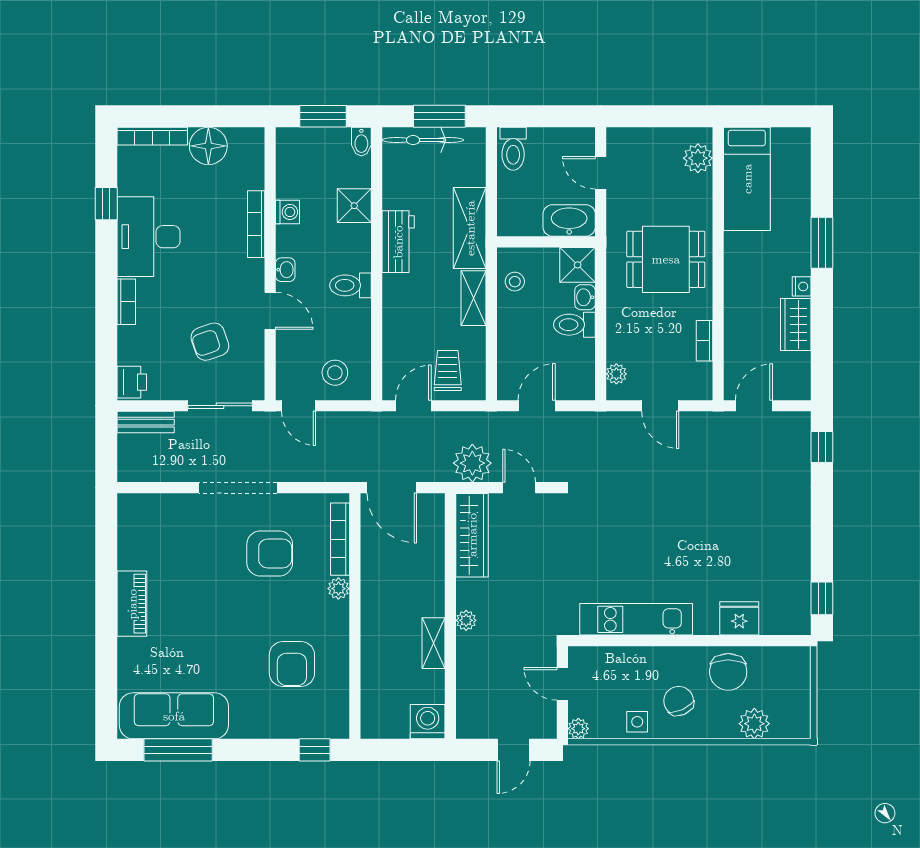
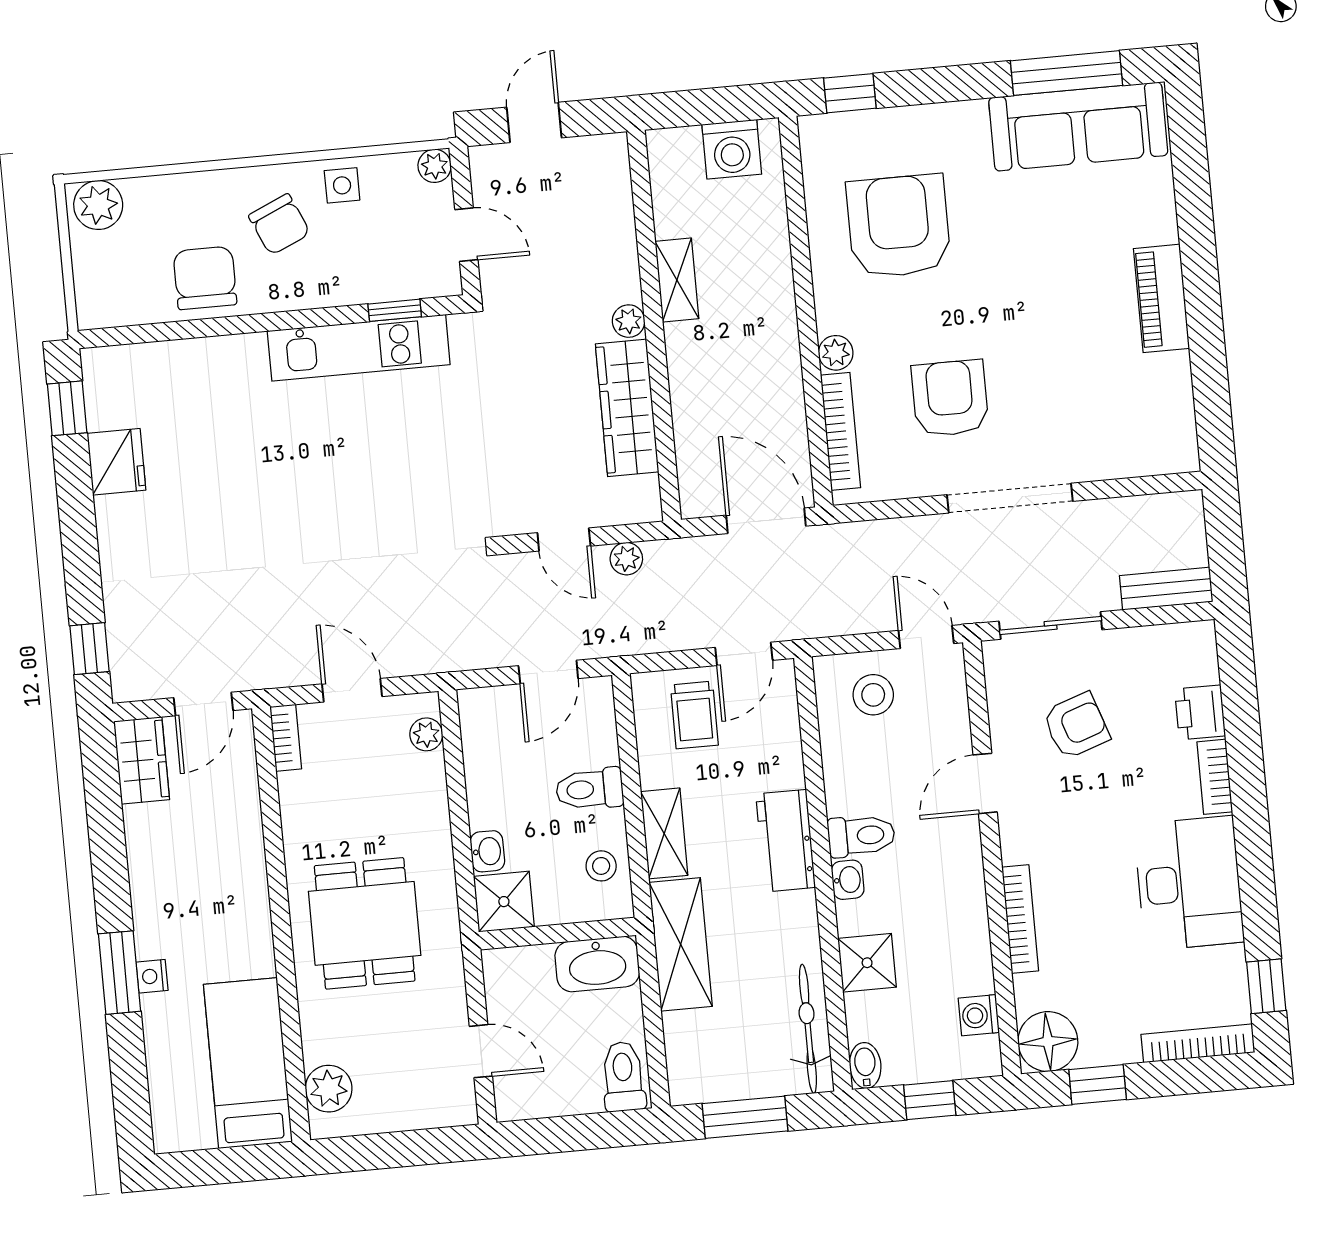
window: (217, 116) -> (1098, 1085), added
window: (323, 116) -> (930, 1100), width x0.67
bicycle: (423, 140) -> (808, 1029), moved, turned -90
floor lamp: (208, 146) -> (1048, 1042), moved
window: (106, 204) -> (1266, 986), moved
washing machine: (287, 212) -> (979, 1015), moved
washbasin: (569, 220) -> (597, 964), moved
workbench: (398, 242) -> (786, 841), moved
dining table: (666, 259) -> (365, 923), turned 90
washbasin: (285, 270) -> (848, 880), moved, turned 180
nightstand: (802, 286) -> (152, 976), moved
door: (270, 311) -> (985, 783), hinge flipped
toilet: (574, 325) -> (589, 789), moved, turned 180
wardrobe: (796, 325) -> (142, 760), moved
bookcase: (704, 341) -> (286, 738), moved
printer: (132, 382) -> (1200, 712), moved
plant: (472, 463) -> (626, 559), width x0.53, depth x0.53
wardrobe: (472, 535) -> (627, 408), moved
armchair: (270, 553) -> (950, 398), turned 90
fridge: (739, 618) -> (116, 462), moved, turned -90
window: (612, 641) -> (395, 310), added
armchair: (292, 664) -> (899, 226), width x1.36, depth x1.36
washing machine: (428, 722) -> (732, 149), moved
plant: (754, 724) -> (98, 205), moved

